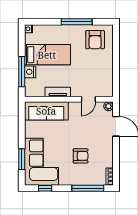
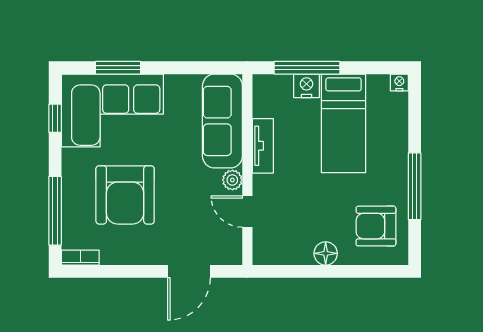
floor lamp: (108, 63) -> (326, 253), added
plant: (108, 106) -> (232, 180), moved
armchair: (81, 156) -> (125, 195), width x1.88, depth x1.88

